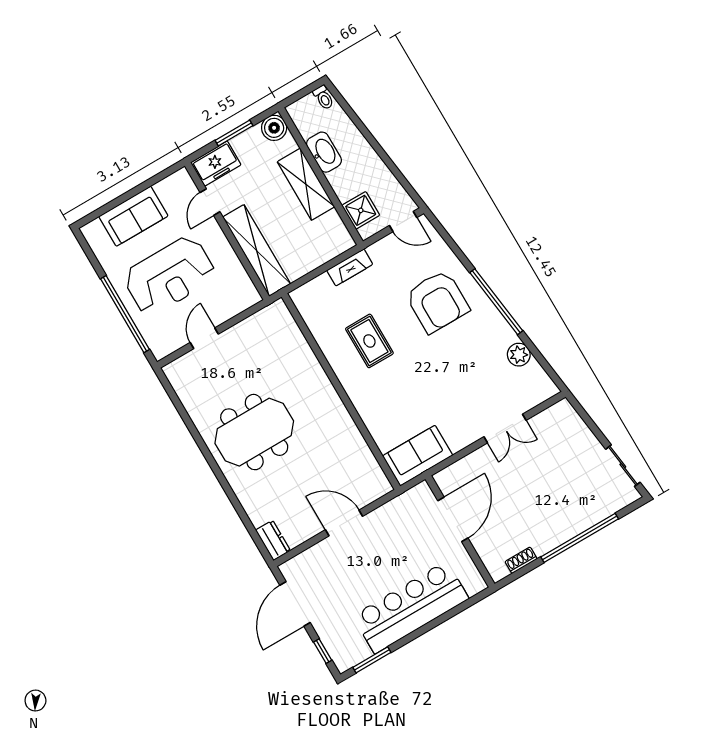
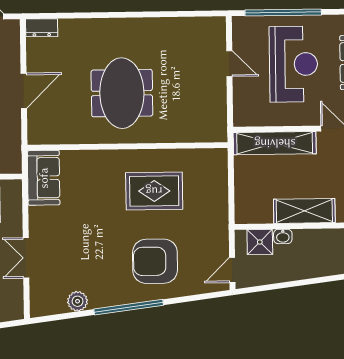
washbasin: (324, 152) -> (283, 236), moved, width x0.52, depth x0.69
fireplace: (350, 267) -> (220, 208), removed
reception desk: (169, 276) -> (293, 64), turned 180
rug: (369, 341) -> (154, 191), width x1.36, depth x1.43
meeting table: (254, 432) -> (122, 93), moved

